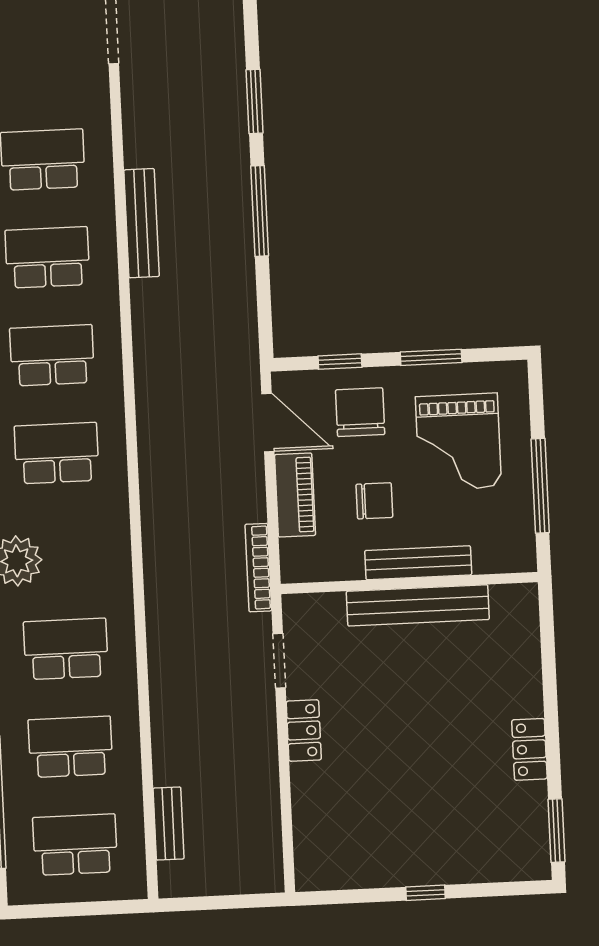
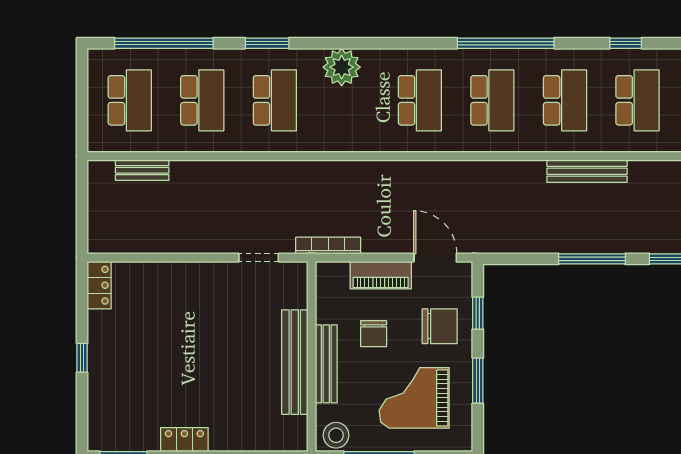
door: (268, 423) -> (435, 258), swing flipped
stool: (514, 545) -> (336, 435), added
locker: (304, 731) -> (99, 285), moved, turned -90

